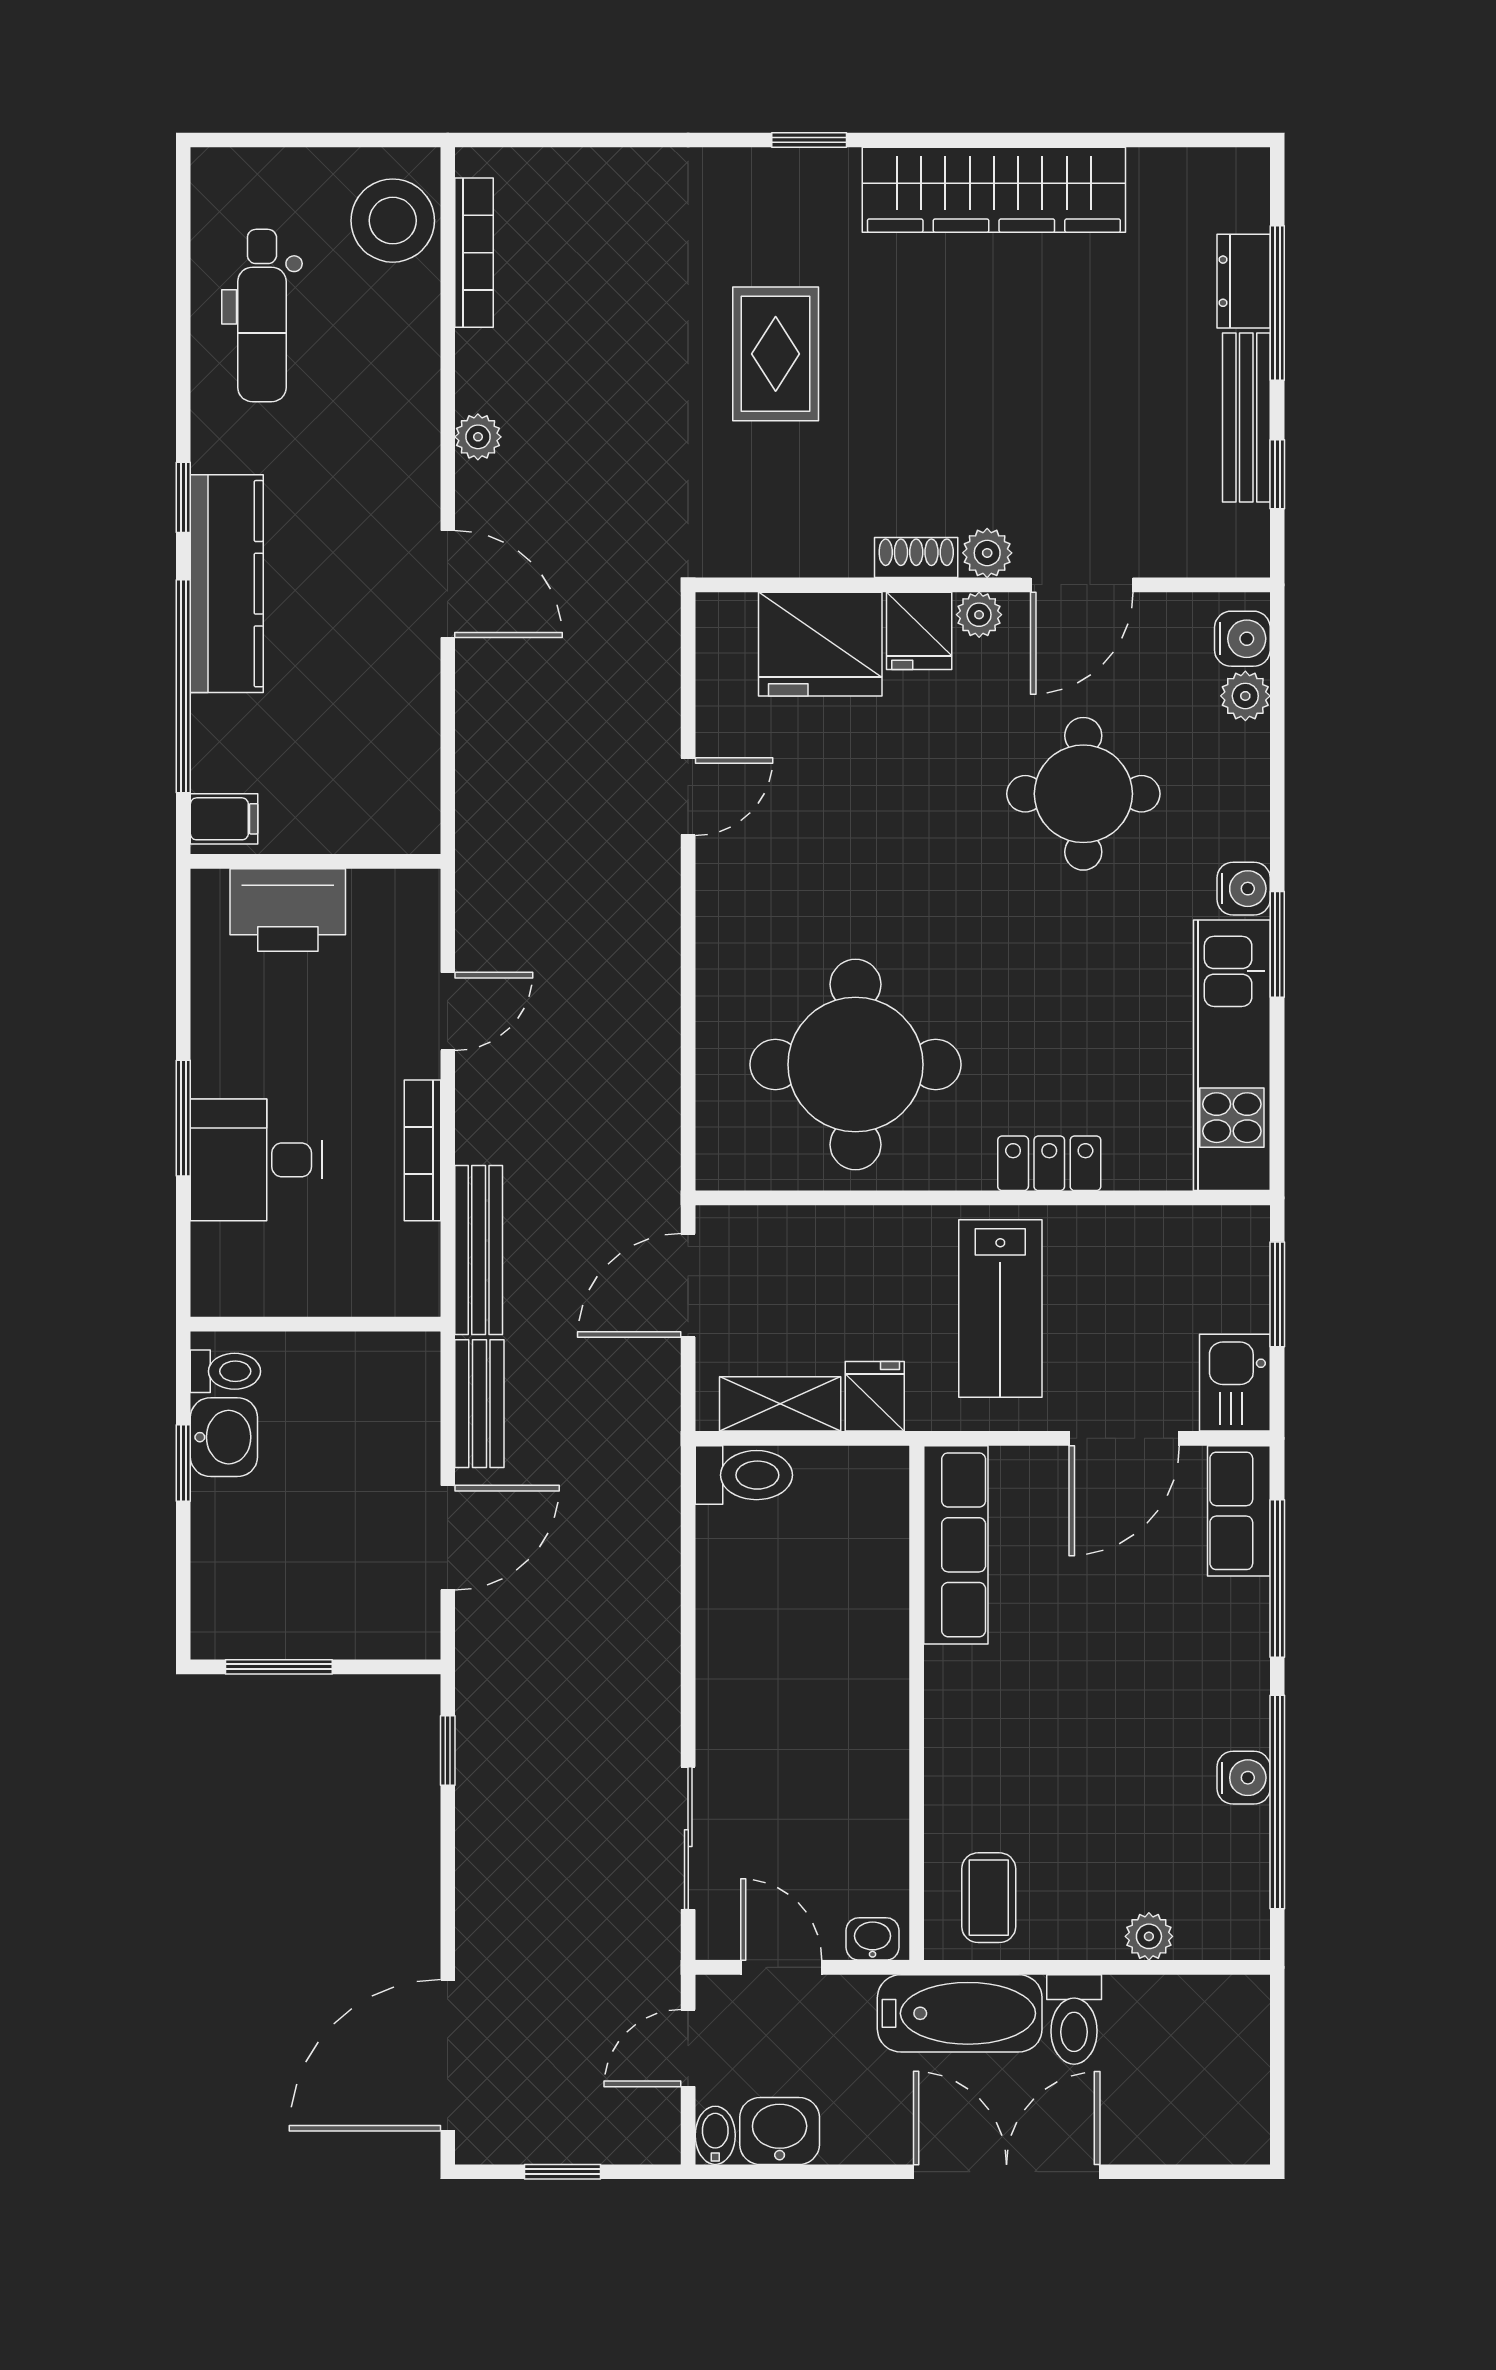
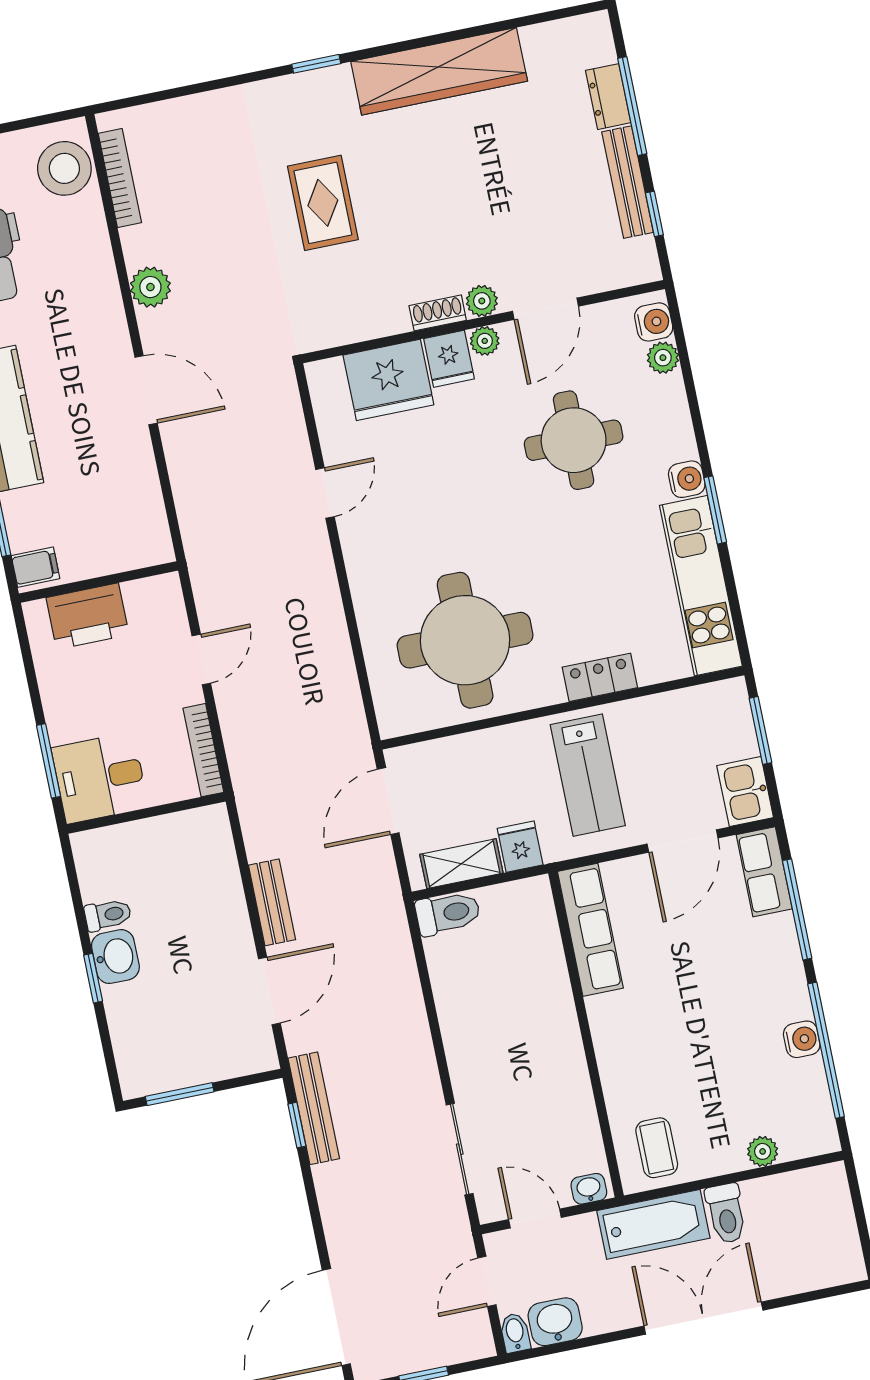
plant: (478, 437) -> (150, 287), width x1.38, depth x1.38
bench: (479, 1250) -> (314, 1108), moved
wall: (315, 1324) -> (146, 813), moved

